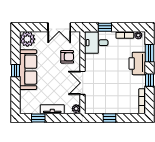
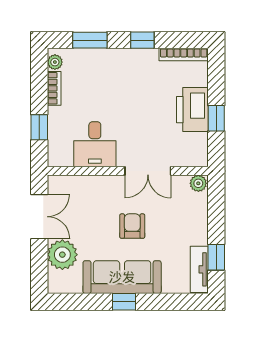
plant: (27, 39) -> (62, 255), moved
desk: (96, 43) -> (95, 144), moved
armchair: (67, 57) -> (132, 226), moved
printer: (137, 63) -> (192, 110), moved, turned 90
tv unit: (52, 109) -> (199, 269), moved

